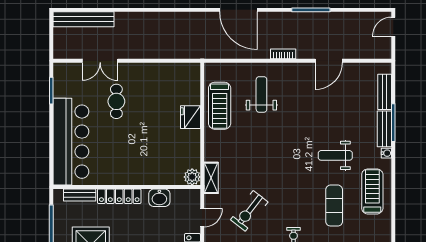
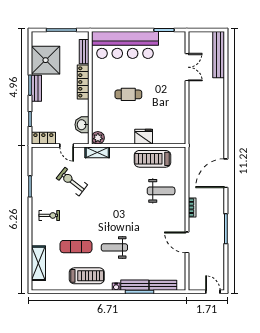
double door: (100, 61) -> (187, 67), swing flipped
cafe table: (116, 101) -> (128, 94), moved
weight bench: (335, 155) -> (114, 247), turned -90
washbasin: (159, 198) -> (82, 125), moved

